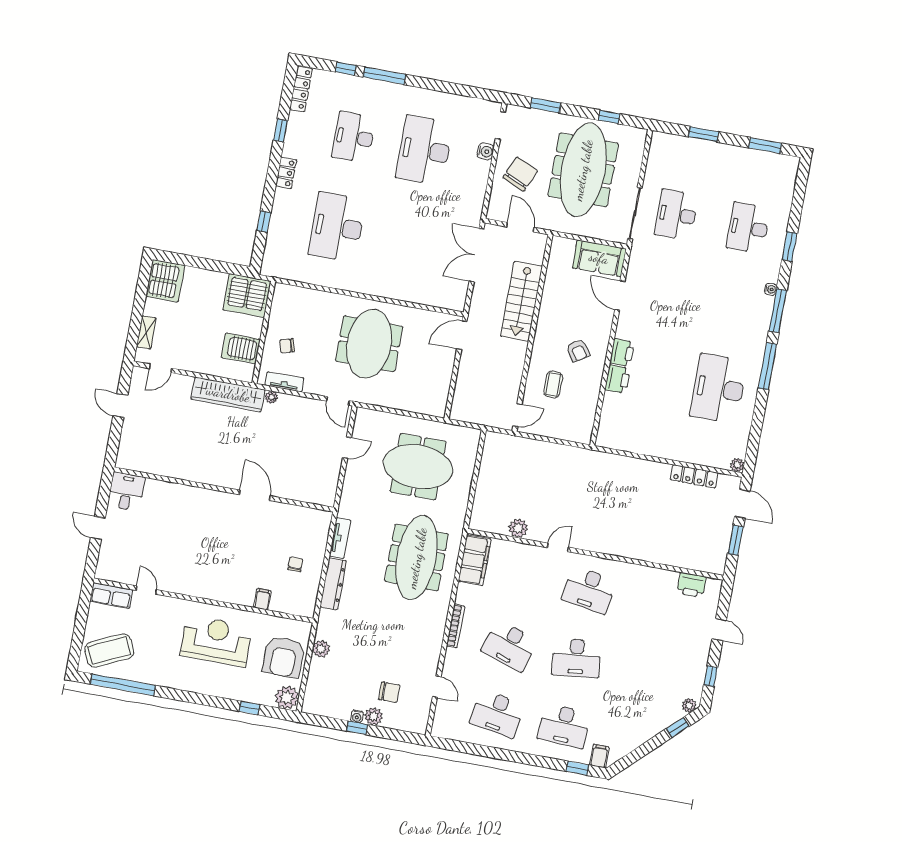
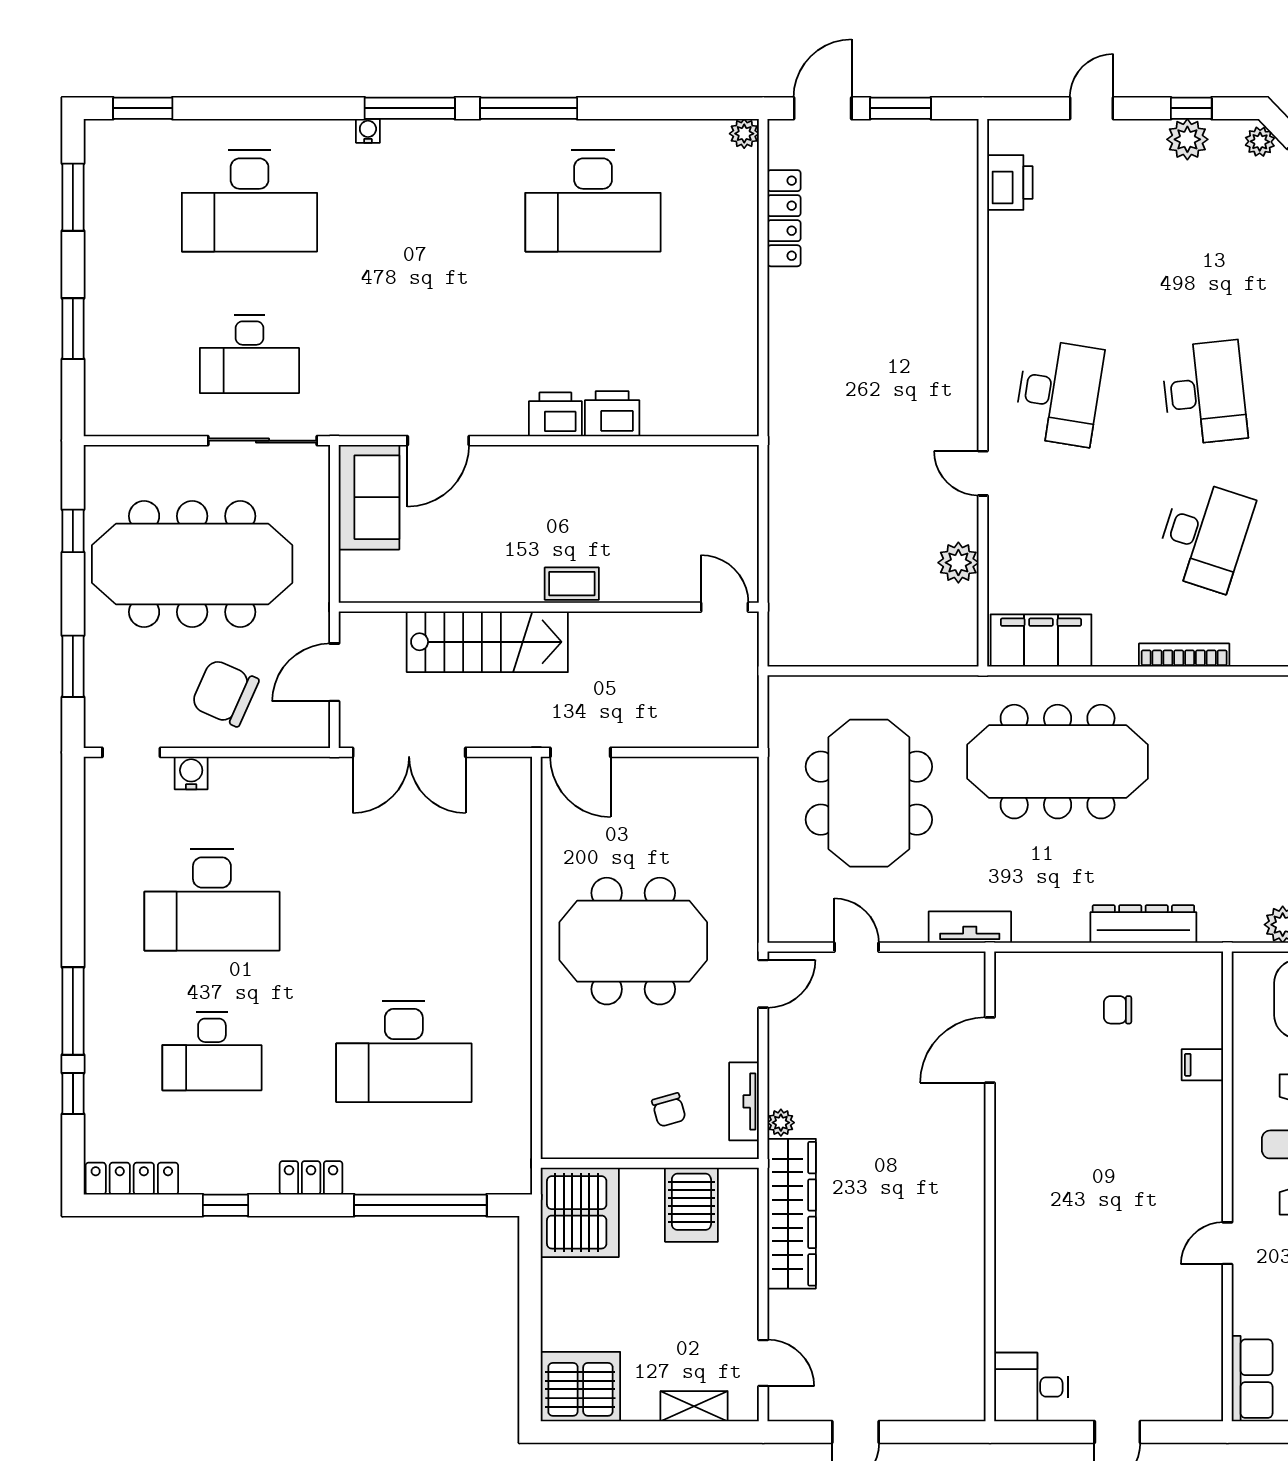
window: (264, 222) -> (420, 1205), width x3.17
desk: (748, 228) -> (250, 201), width x1.36, depth x1.30
window: (790, 246) -> (143, 108), moved
armchair: (578, 351) -> (568, 506), removed
coffee table: (553, 384) -> (572, 584), moved
door: (255, 495) -> (990, 1050), moved
tv unit: (340, 538) -> (970, 927), moved
door: (146, 590) -> (1227, 1243), moved
plant: (696, 672) -> (1187, 139), added

